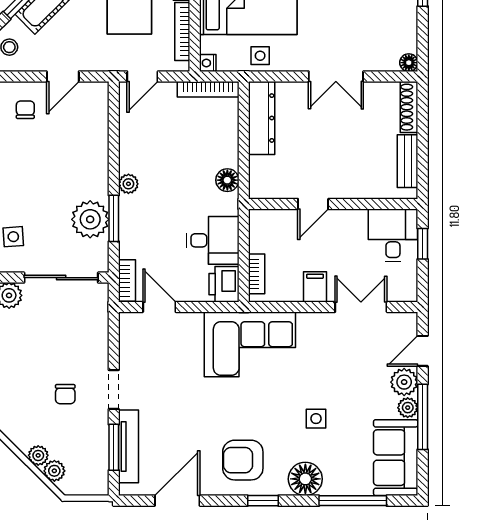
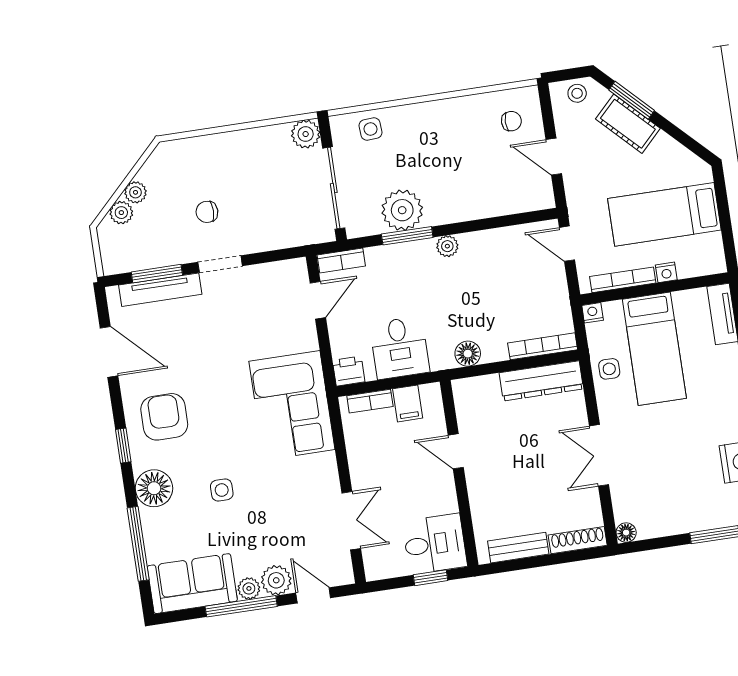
bookcase: (208, 89) -> (543, 346), moved, turned 90
printer: (224, 284) -> (349, 371), width x0.73, depth x0.81
filing cabinet: (315, 287) -> (408, 403), moved, turned 90

